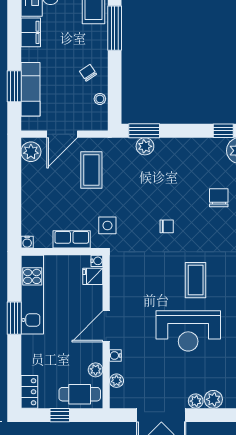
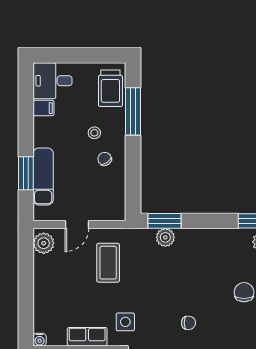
filing cabinet: (31, 32) -> (43, 108), width x0.50
stool: (100, 99) -> (94, 133), moved
door: (62, 134) -> (77, 224), width x0.73

